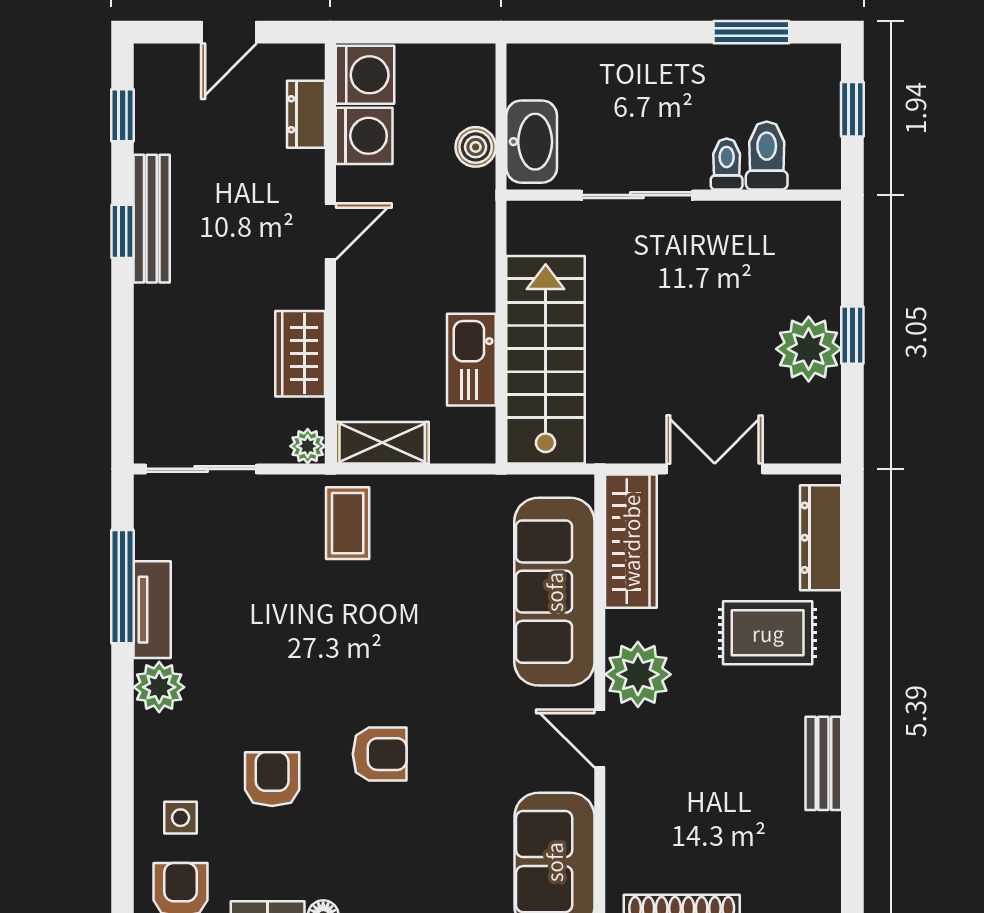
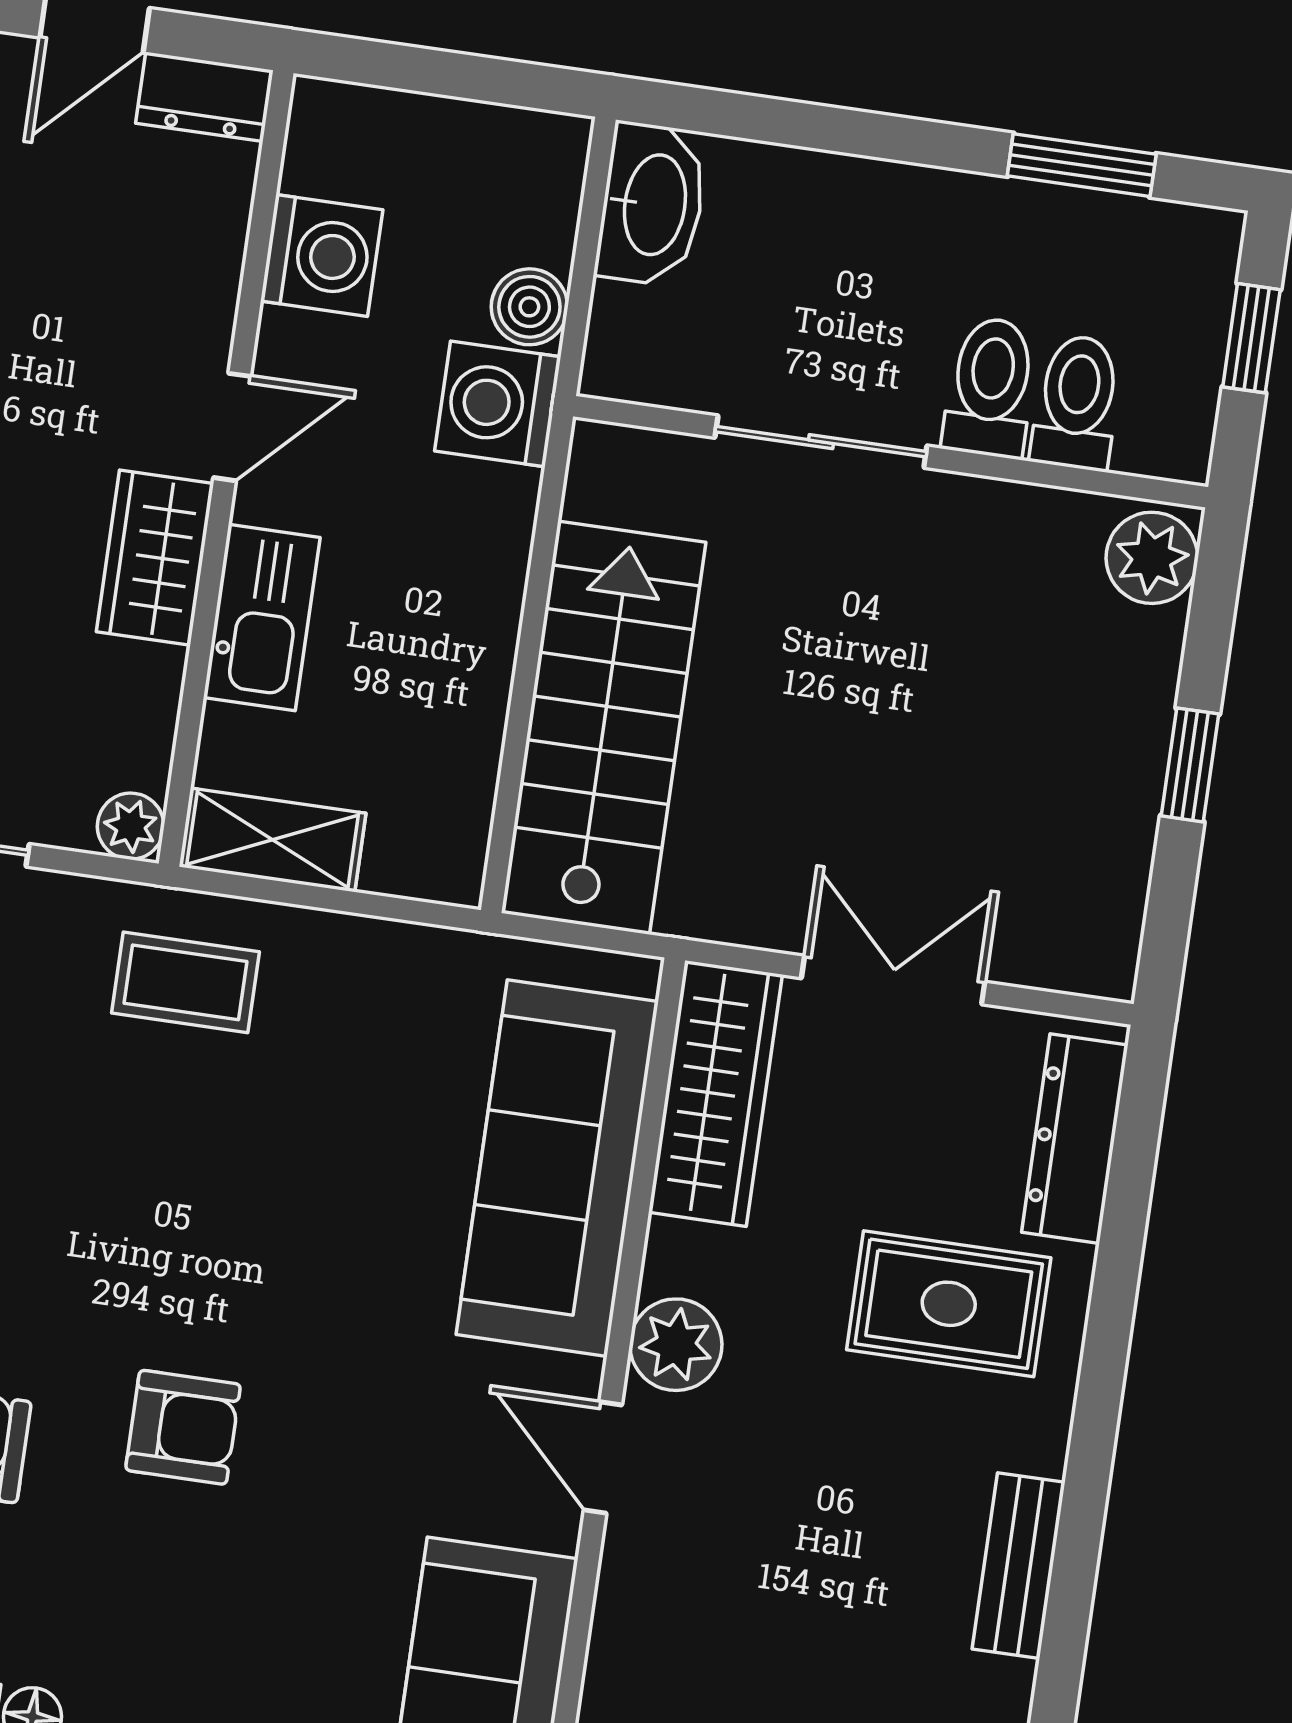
washing machine: (365, 75) -> (498, 404), moved, turned 180
dresser: (306, 114) -> (204, 97), moved, turned -90
washbasin: (532, 142) -> (652, 204), moved
toilet: (727, 164) -> (990, 387), width x1.37, depth x1.39
plant: (809, 349) -> (1152, 558), moved, width x0.73, depth x0.73
wardrobe: (300, 354) -> (155, 558), moved
kitchen sink: (471, 360) -> (262, 618), moved, turned 180
coffee table: (348, 523) -> (185, 982), turned 90
plant: (638, 674) -> (676, 1345), width x0.73, depth x0.73

